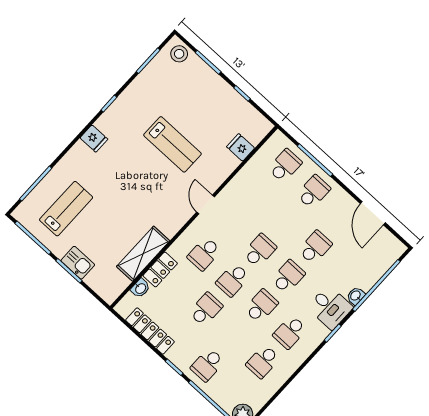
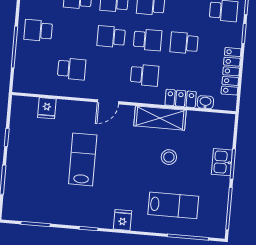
stool: (179, 54) -> (169, 157), moved
school desk: (285, 166) -> (72, 69), moved, turned 180
lab bench: (66, 209) -> (173, 205), moved, turned 180
shelving: (143, 254) -> (160, 118), moved

